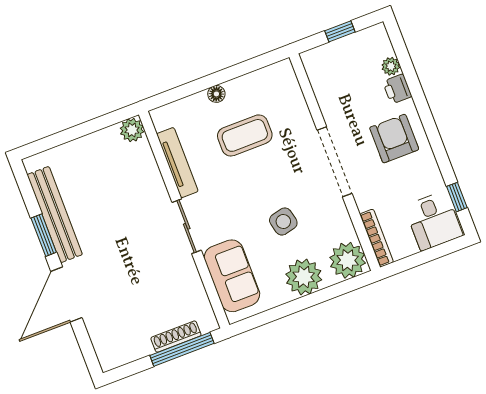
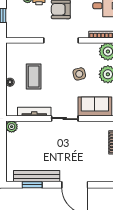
window: (44, 235) -> (32, 185), moved

